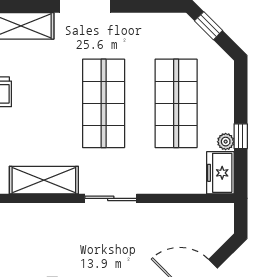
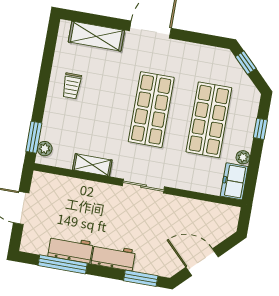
window: (241, 136) -> (260, 129), moved
shelving: (44, 180) -> (92, 165), width x0.67, depth x0.75

